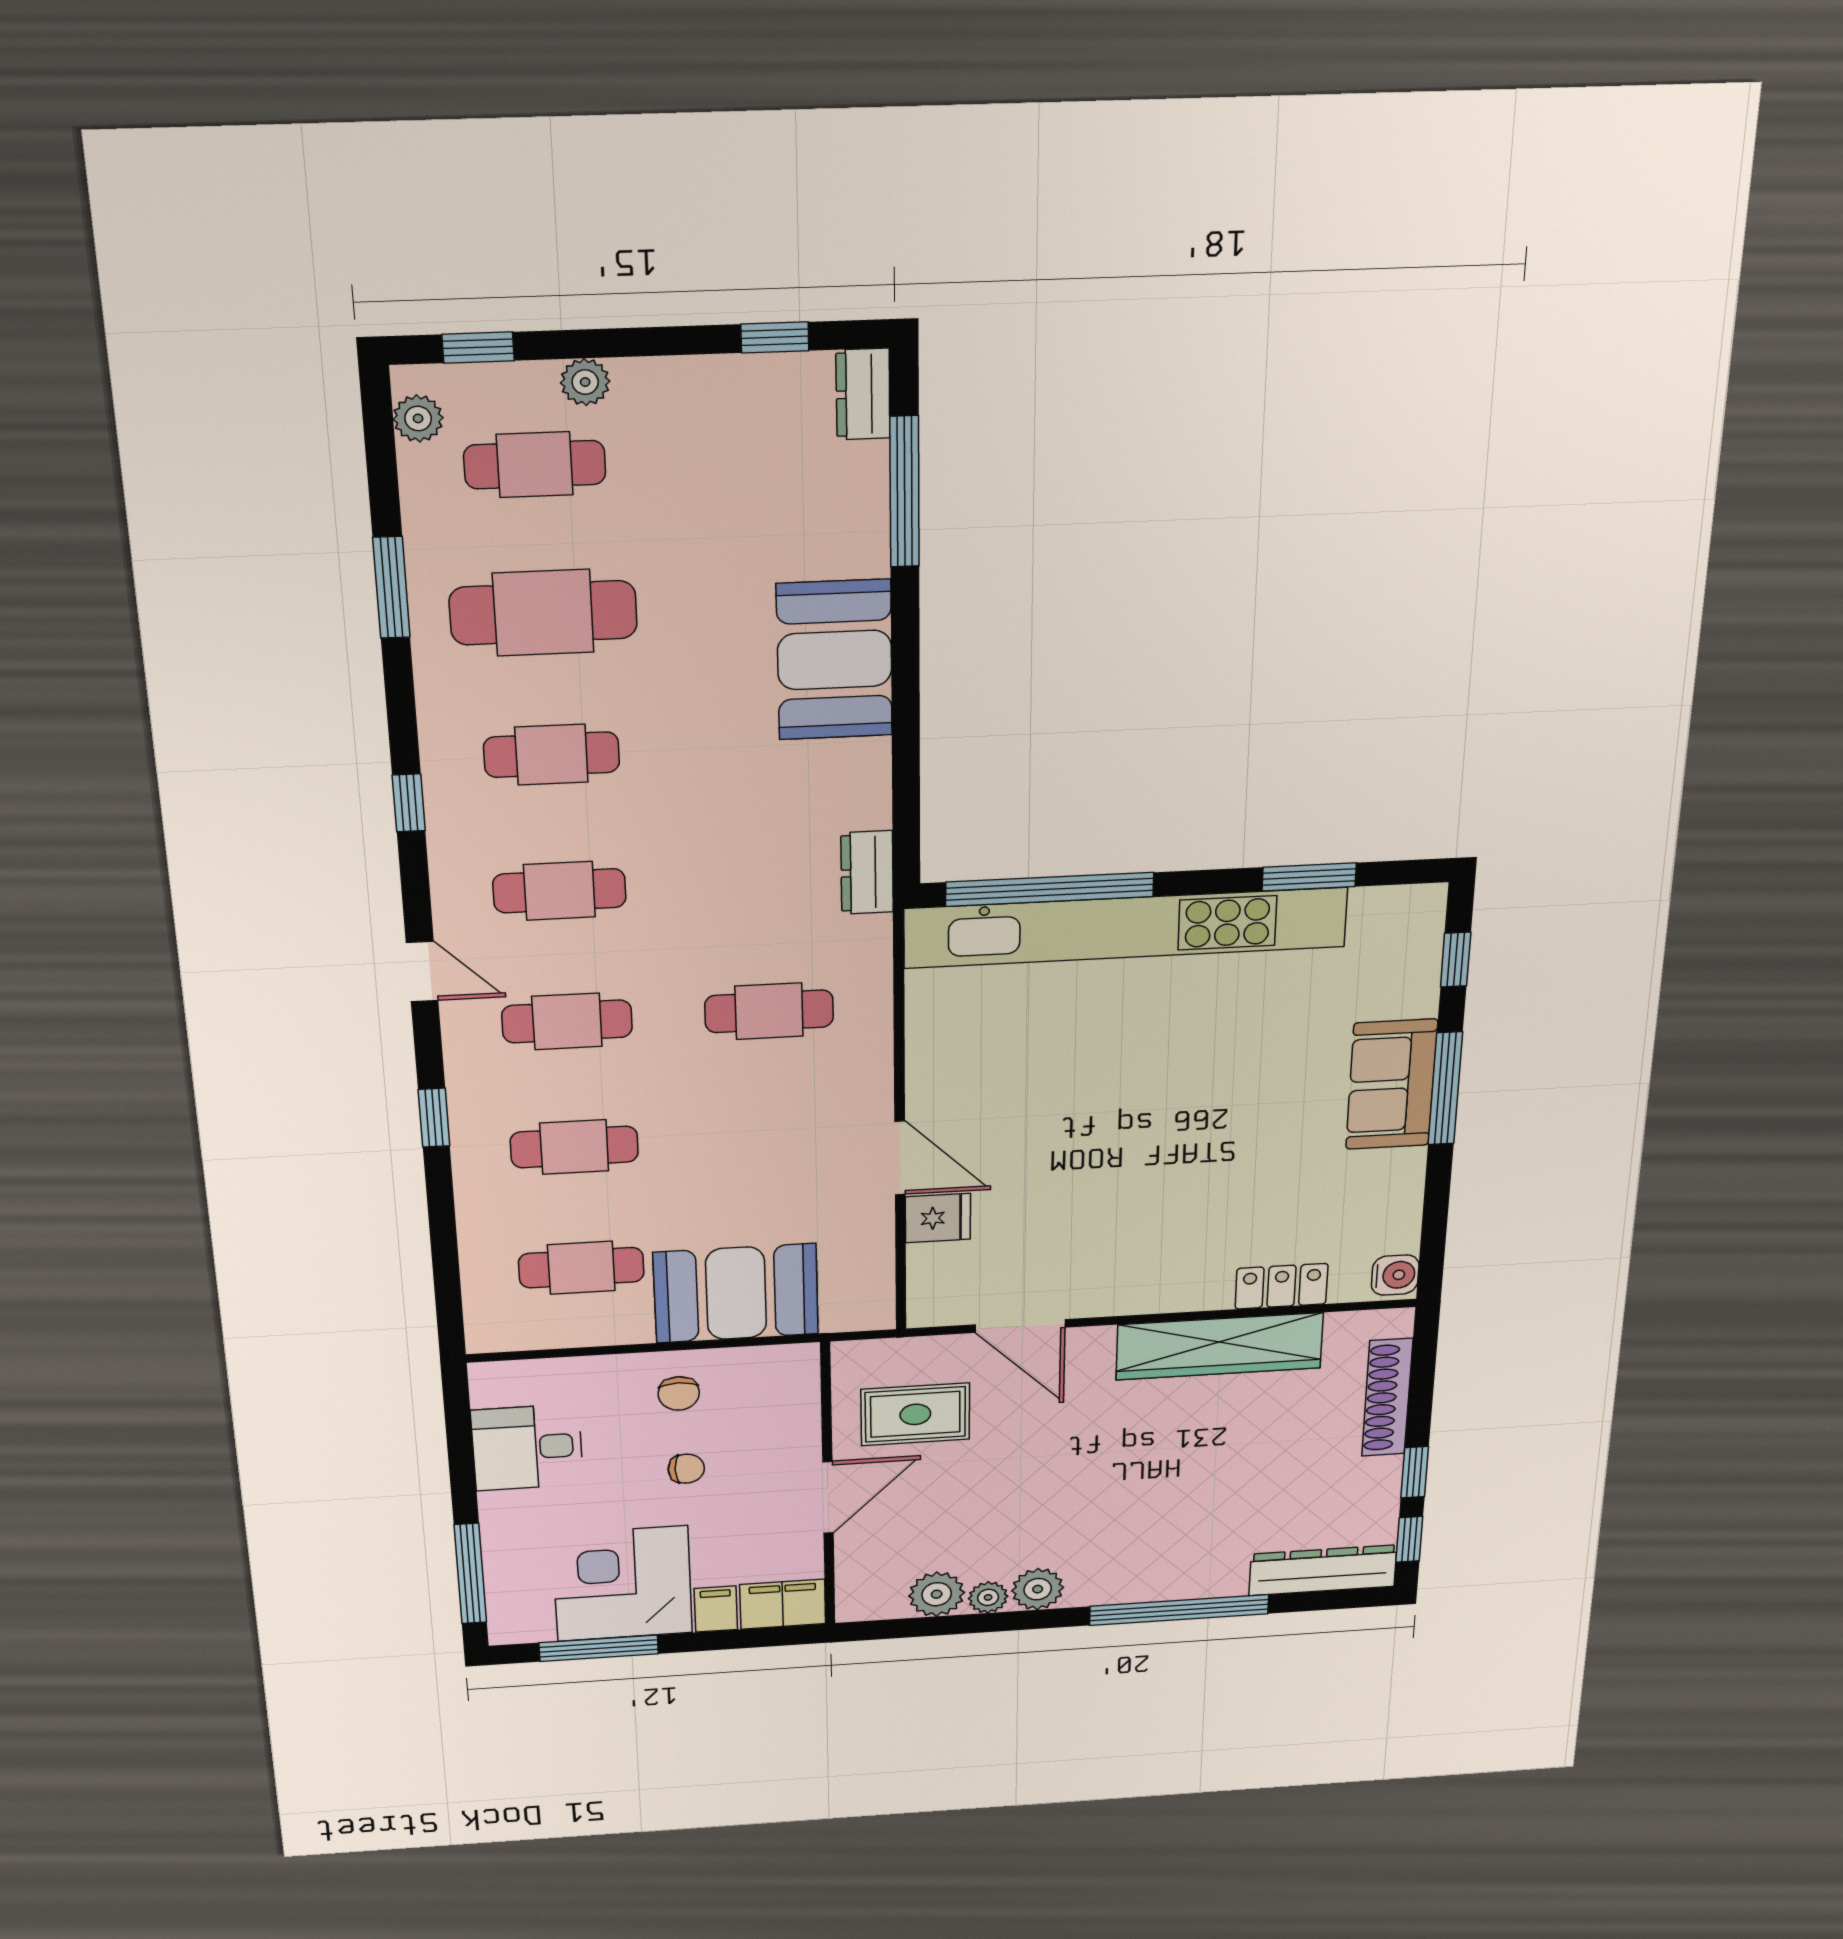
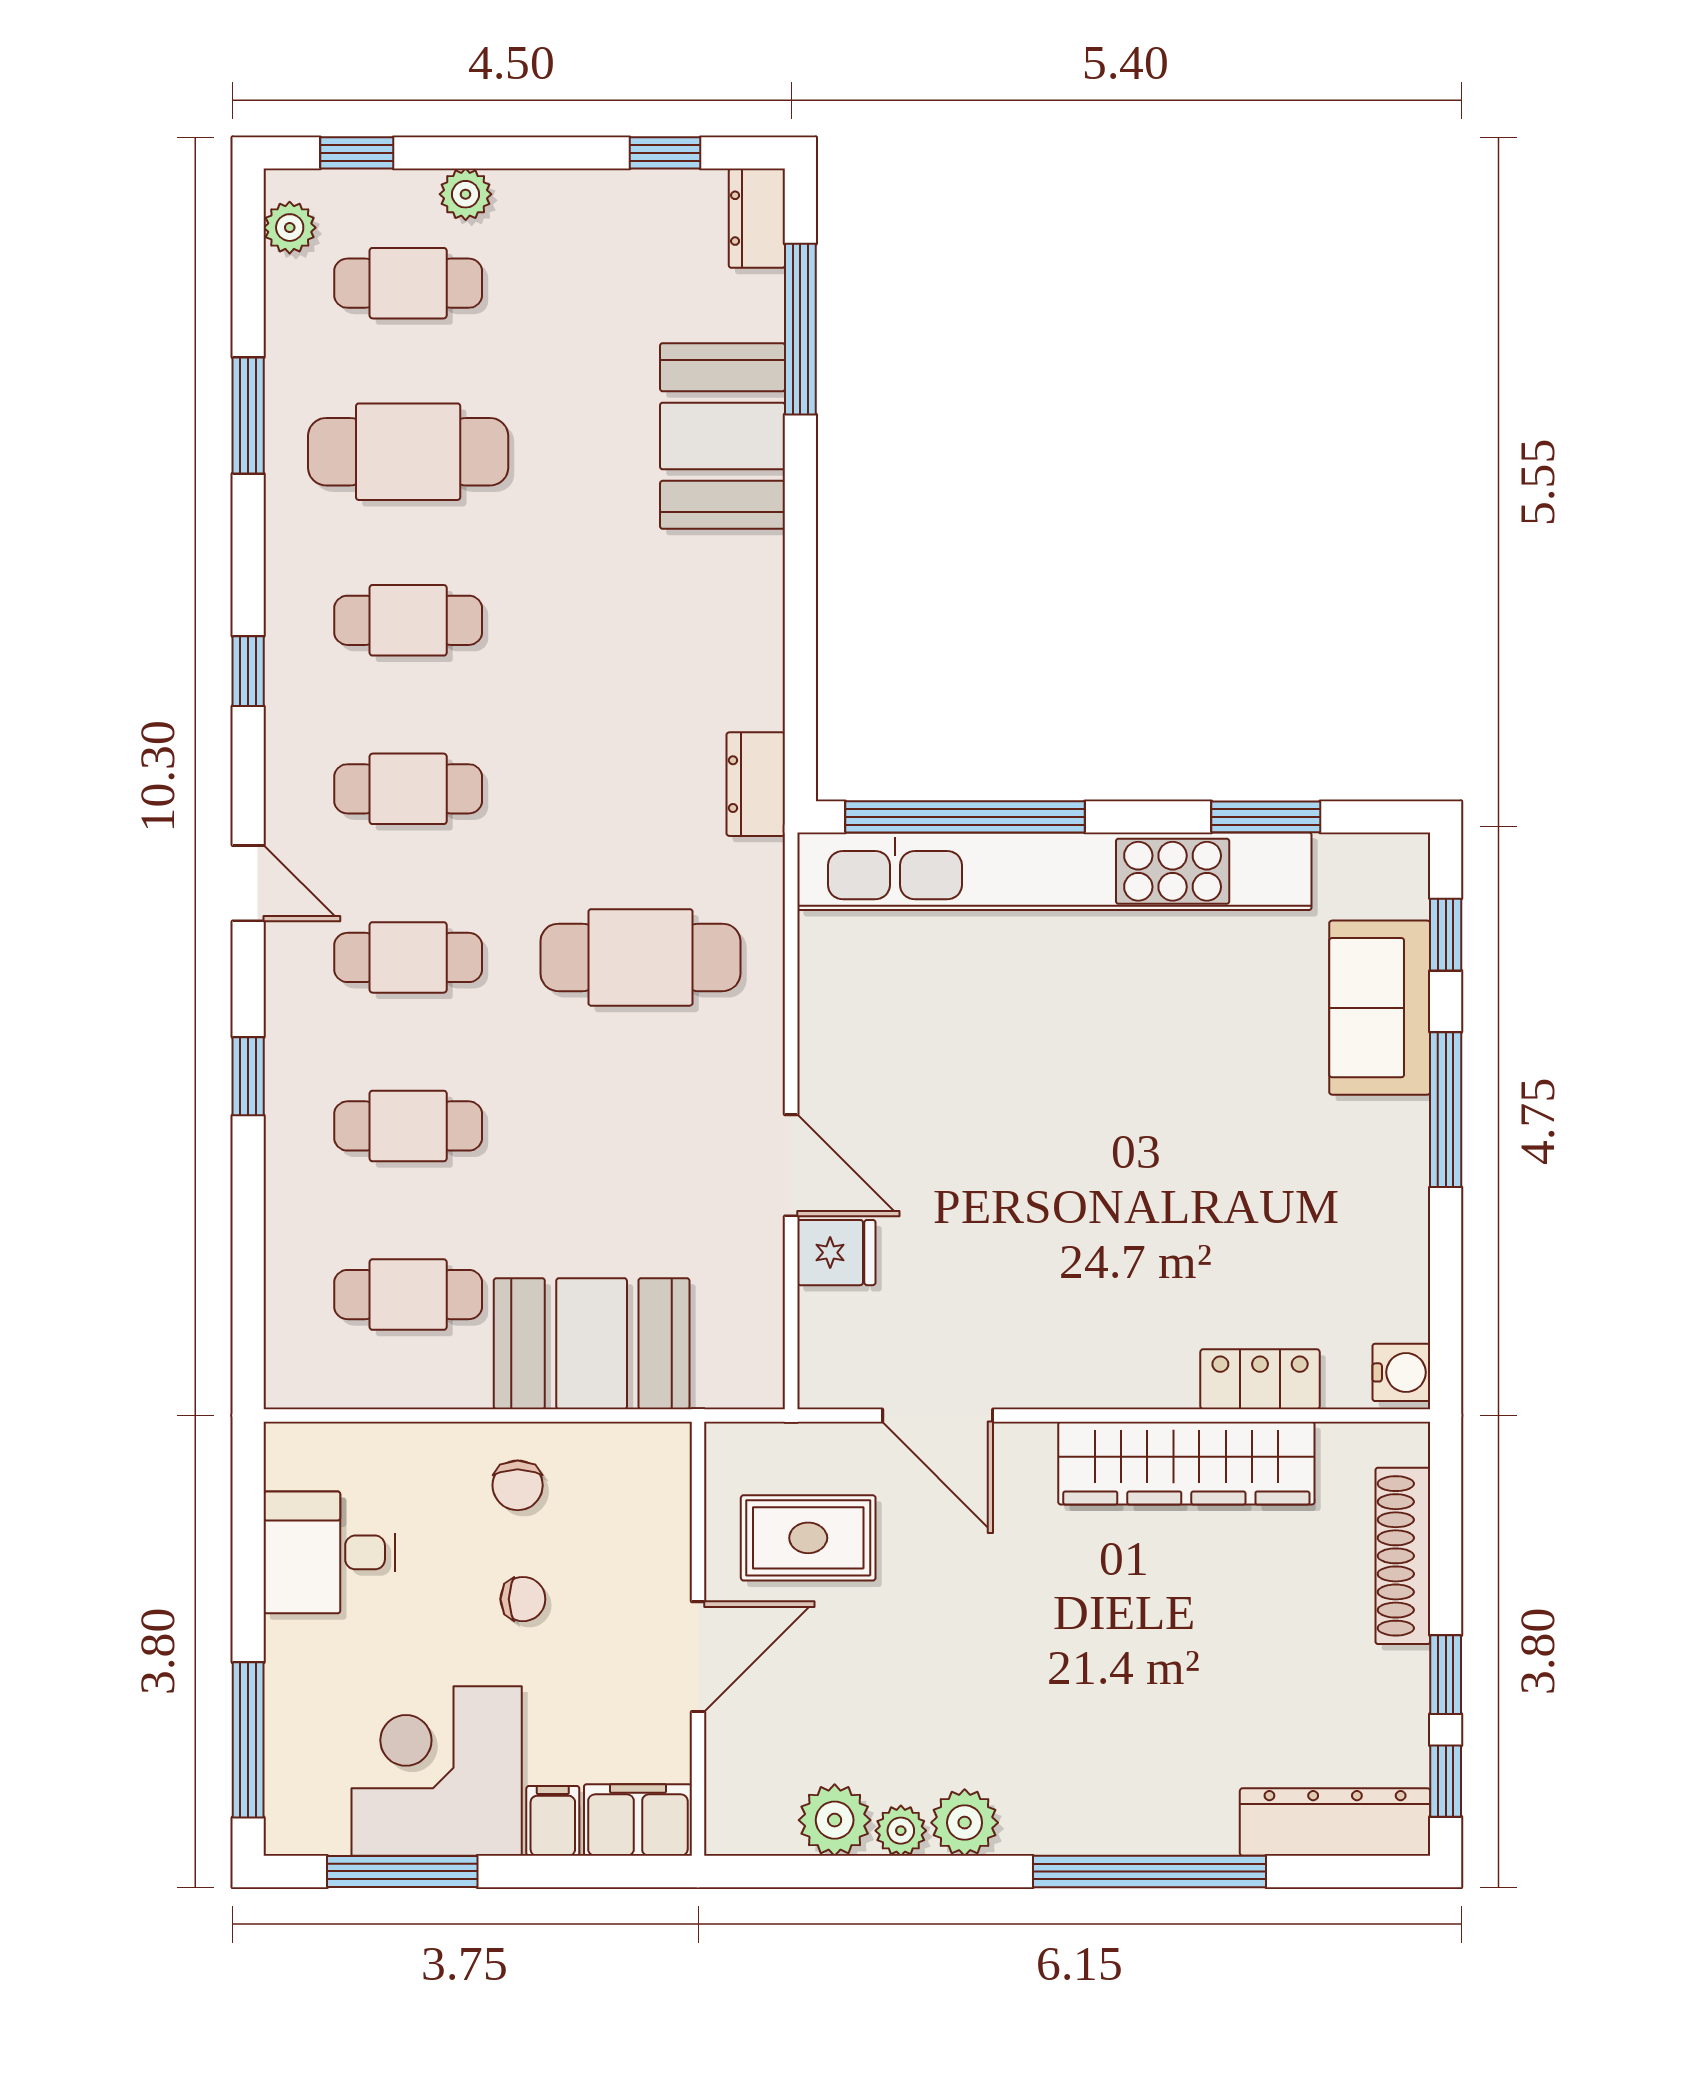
booth: (835, 660) -> (723, 436), moved
cafe table: (769, 1011) -> (640, 957), width x1.37, depth x1.35
sofa: (1392, 1084) -> (1380, 1008), moved

